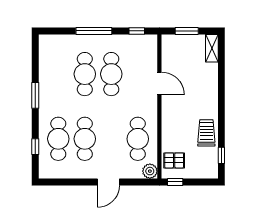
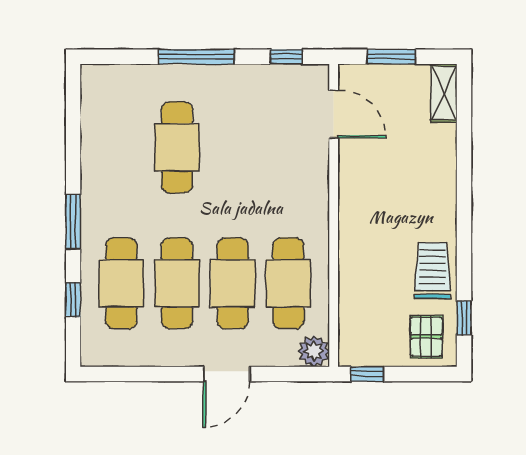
cafe table: (111, 74) -> (233, 283), moved
door: (159, 83) -> (334, 114), moved
window: (35, 95) -> (73, 222), moved
pallet: (174, 160) -> (426, 337), moved, turned 90

